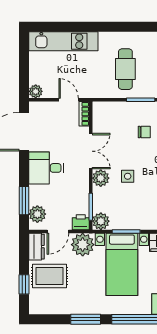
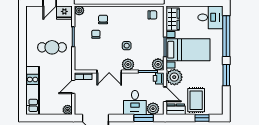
double door: (91, 151) -> (109, 71), swing flipped
desk: (46, 168) -> (135, 102), moved

